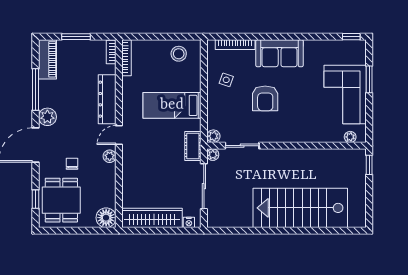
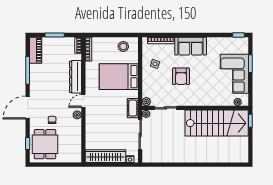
bed: (172, 105) -> (119, 77), width x1.50
plant: (47, 117) -> (36, 89), removed
stairs: (300, 208) -> (217, 123), moved, turned 180
floor lamp: (106, 218) -> (75, 156), removed

